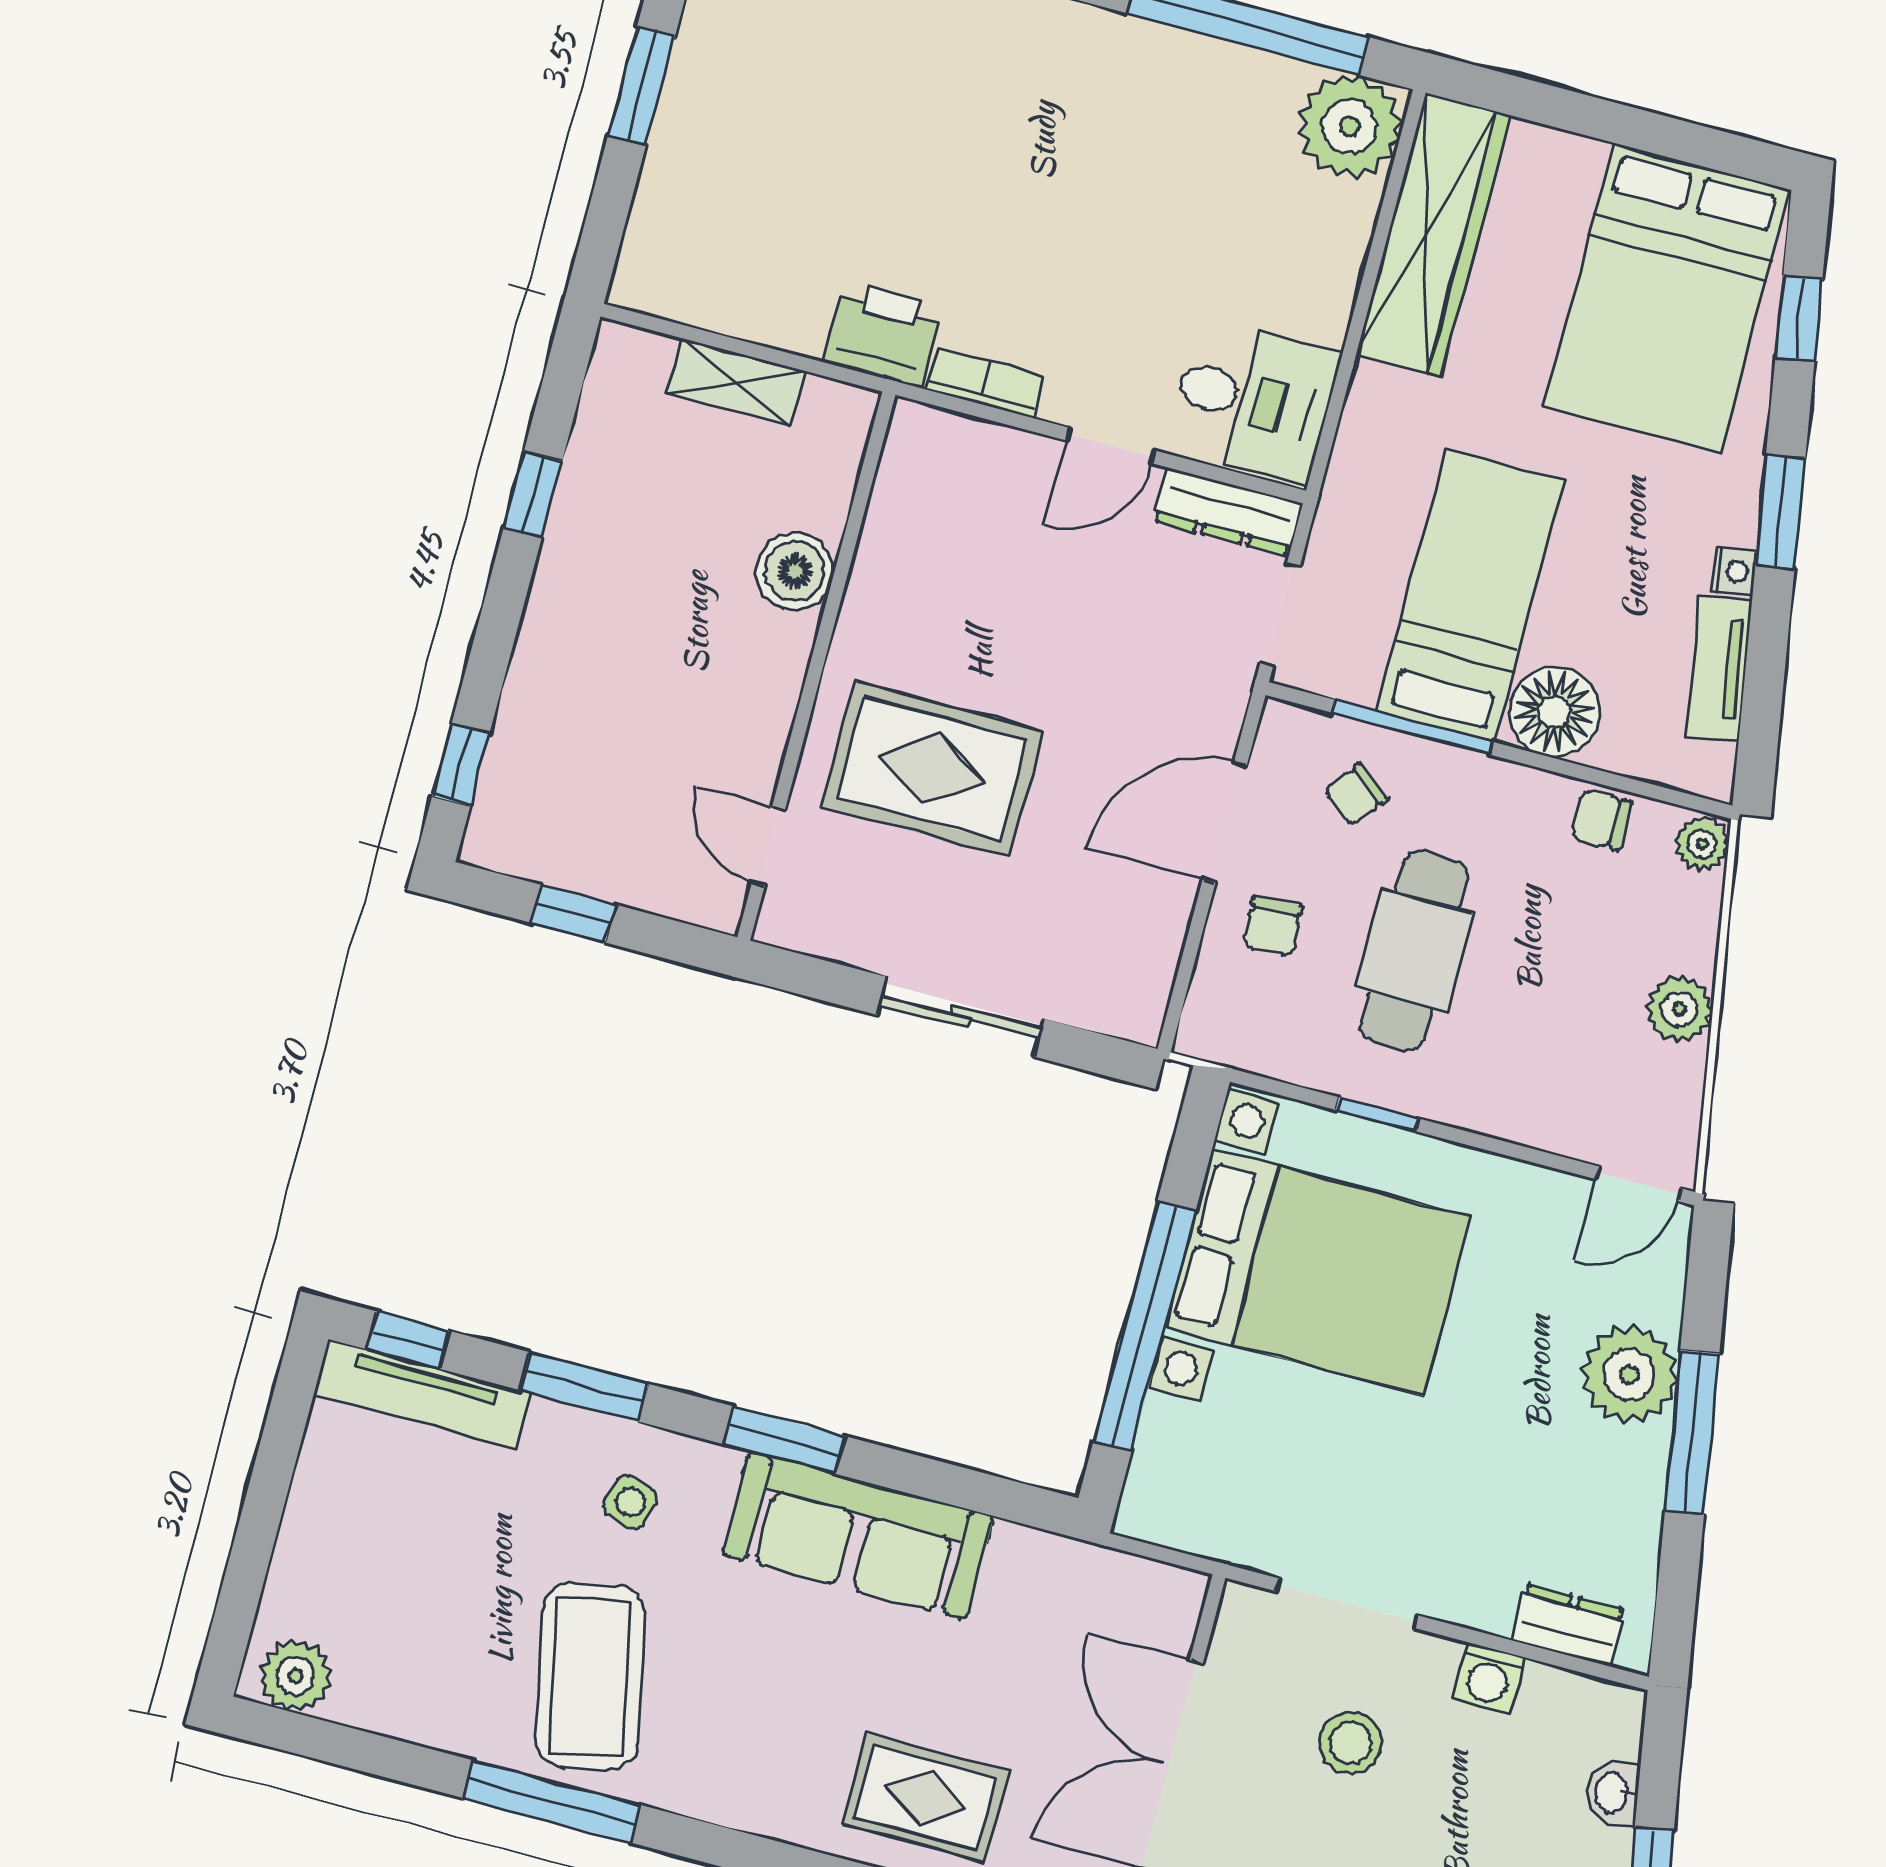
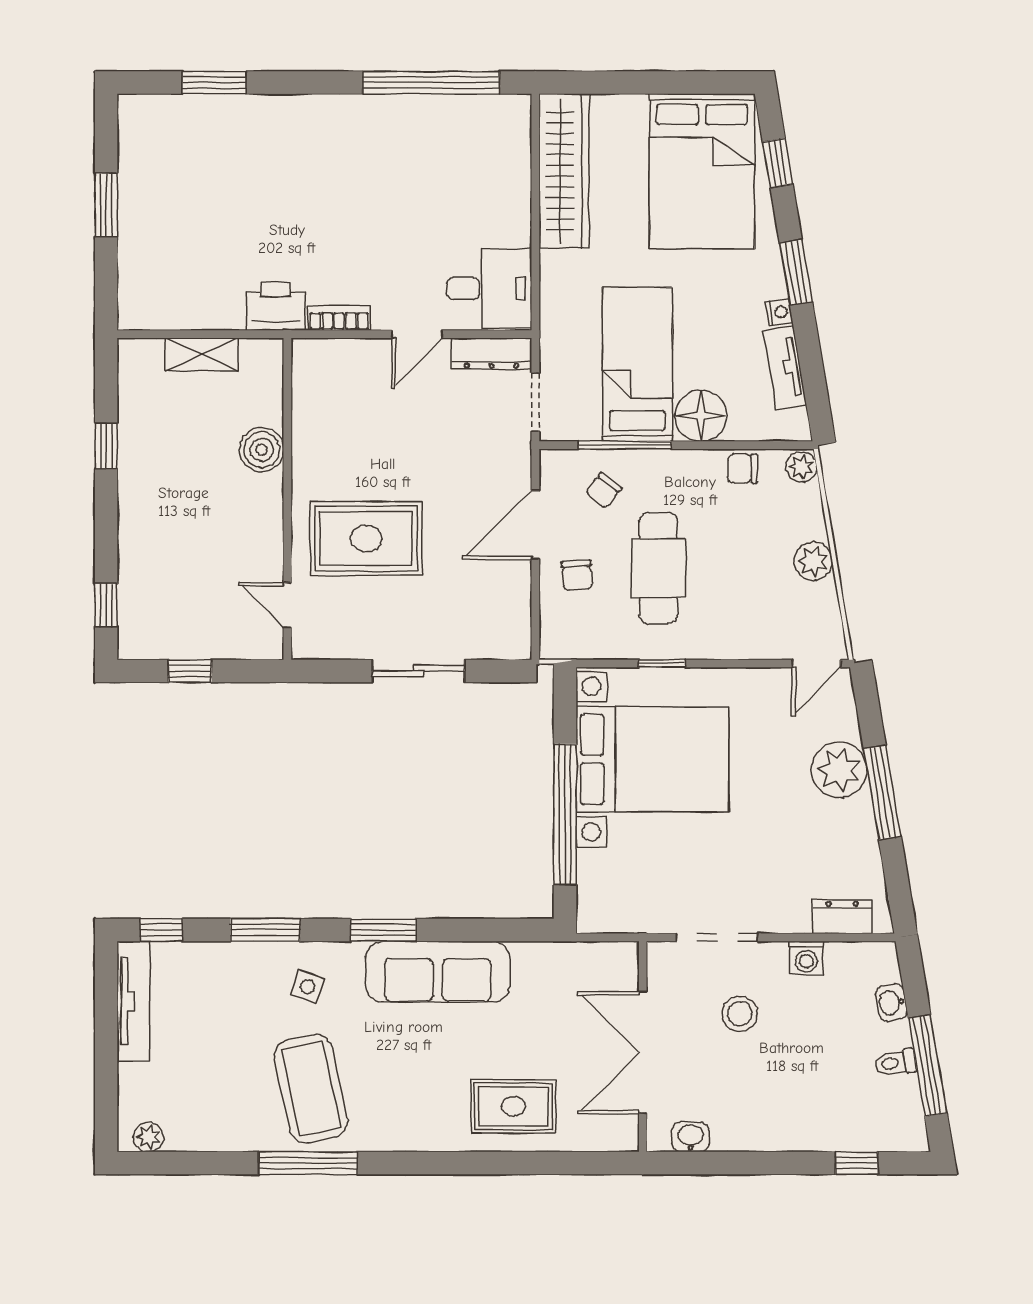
plant: (1349, 126) -> (502, 123), removed
tv unit: (423, 1394) -> (133, 1001), moved, turned -90
plant: (295, 1676) -> (149, 1137), width x0.73, depth x0.73

